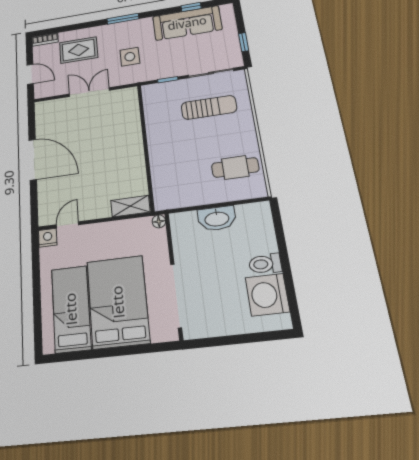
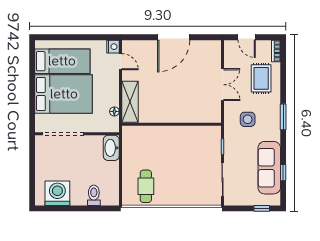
window: (244, 42) -> (262, 208), moved
door: (30, 74) -> (247, 37), hinge flipped
sun lounger: (209, 107) -> (195, 174), removed
shelving: (130, 206) -> (130, 102), width x1.50, depth x1.33
washbasin: (217, 218) -> (111, 148), moved
floor lamp: (159, 221) -> (114, 111), moved
toilet: (265, 264) -> (94, 195), moved

